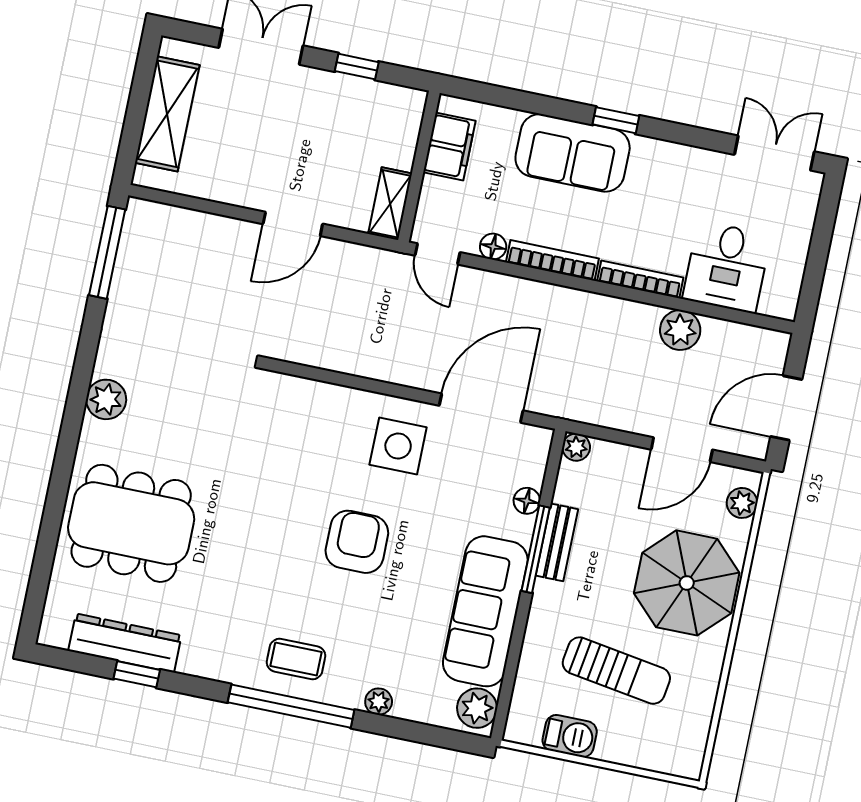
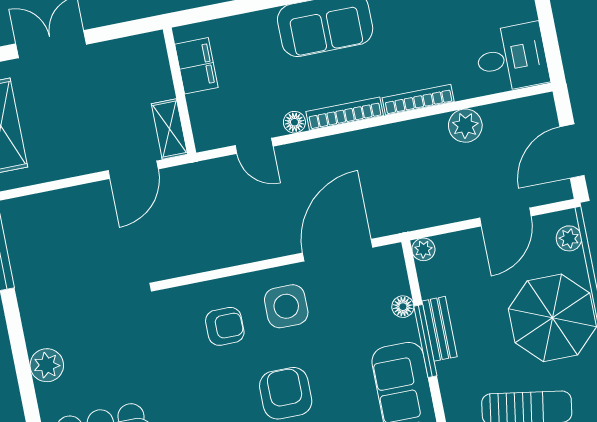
window: (357, 67) -> (131, 28), removed
filing cabinet: (449, 146) -> (196, 66), moved
wall: (419, 167) -> (180, 91), moved
shelving: (390, 204) -> (169, 129), moved
desk: (727, 267) -> (512, 58), moved, turned -90
armchair: (321, 440) -> (225, 326), added

